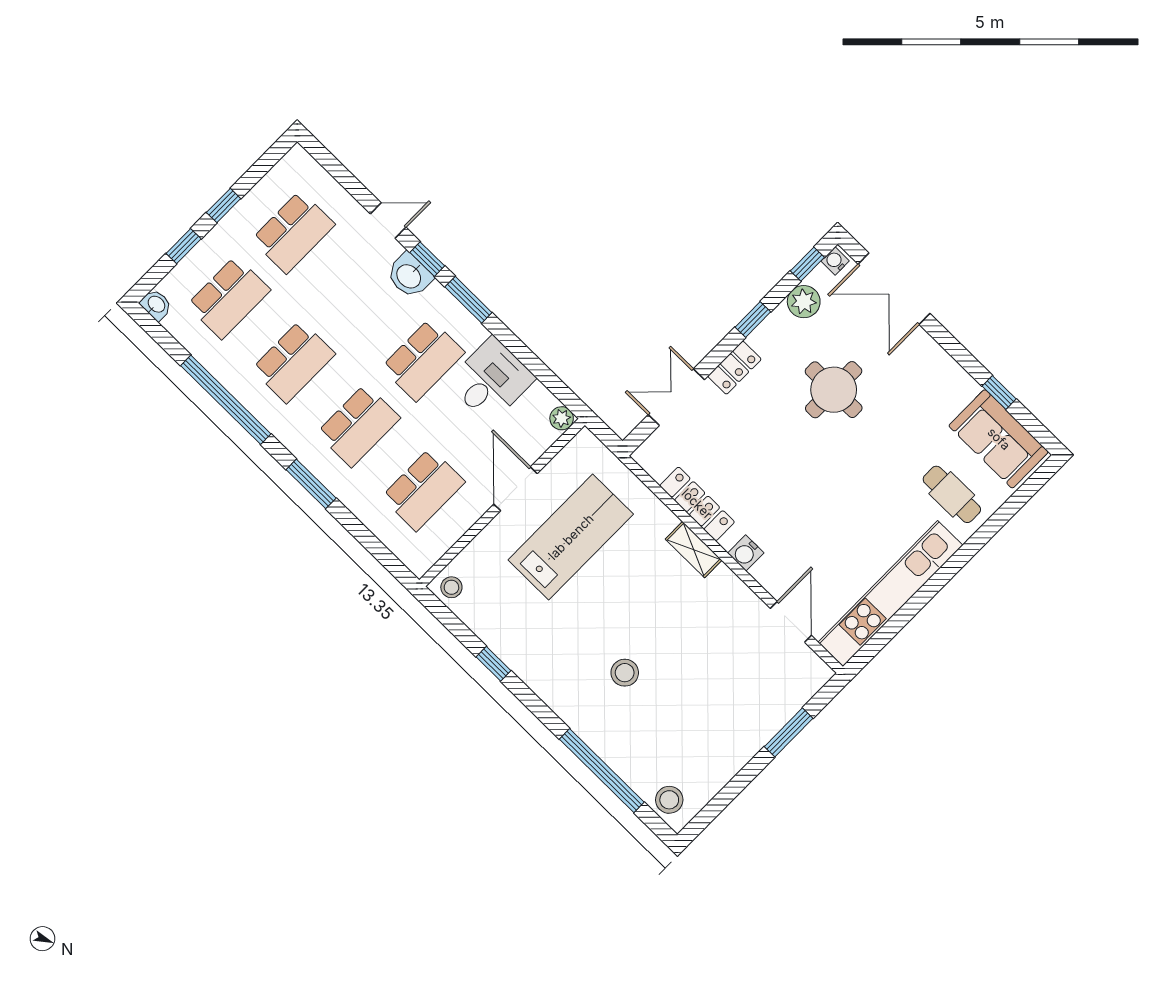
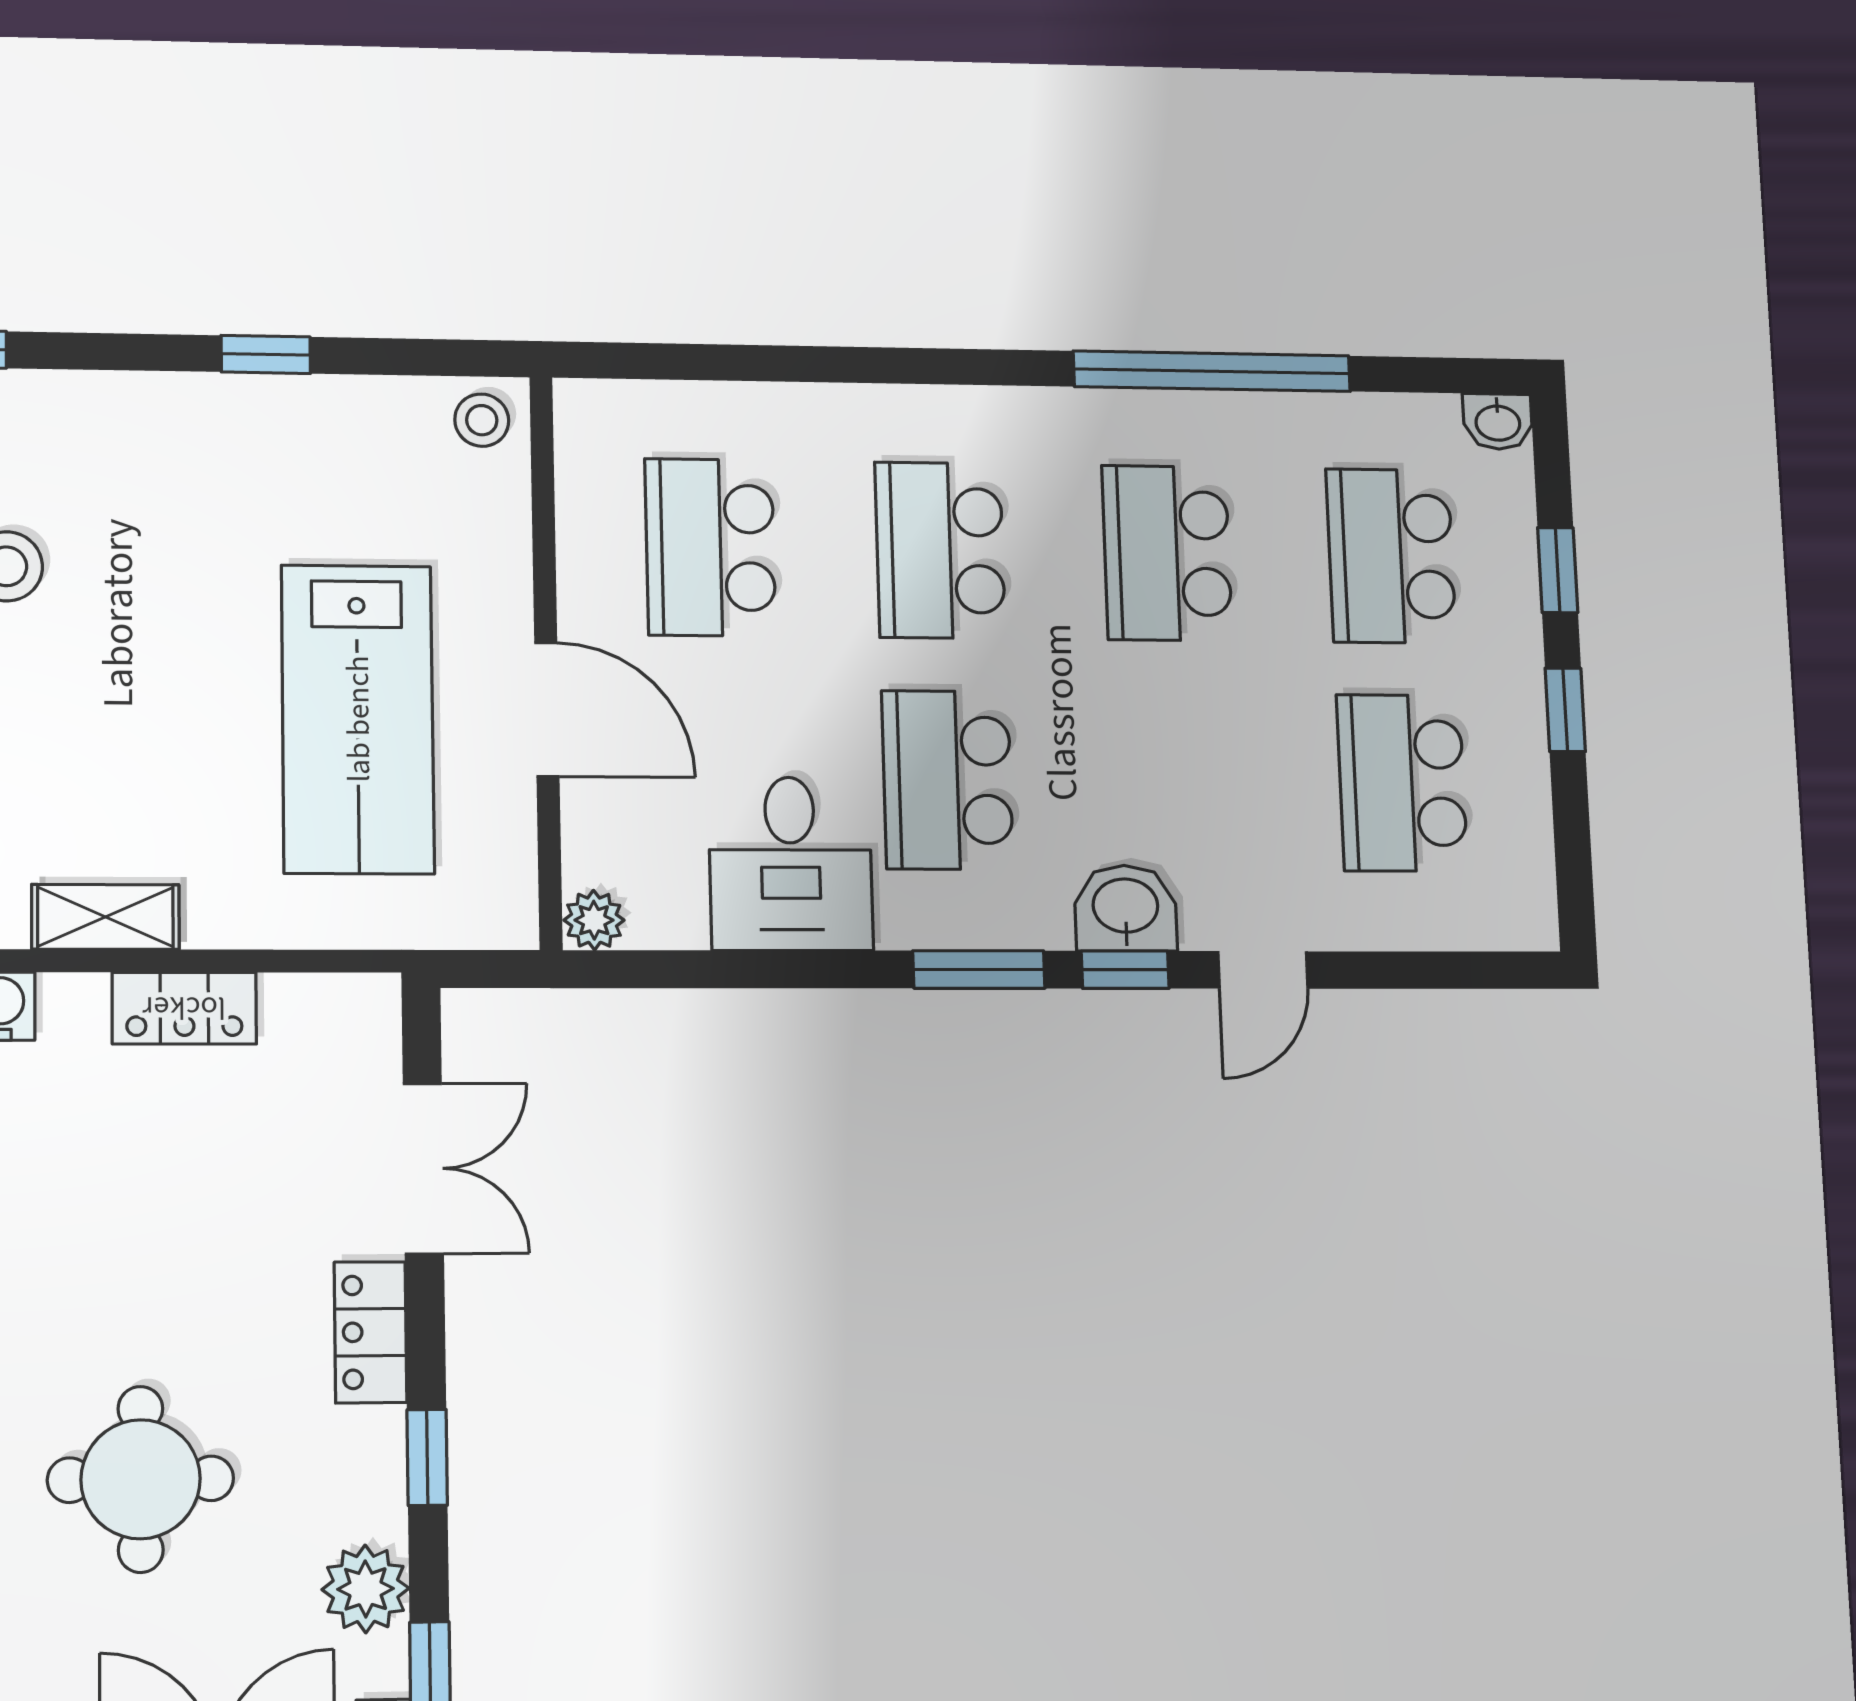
window: (311, 484) -> (916, 366), removed
locker: (697, 504) -> (184, 1008), width x0.66

